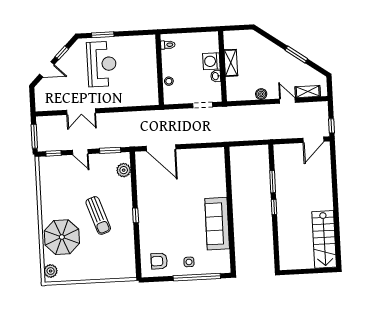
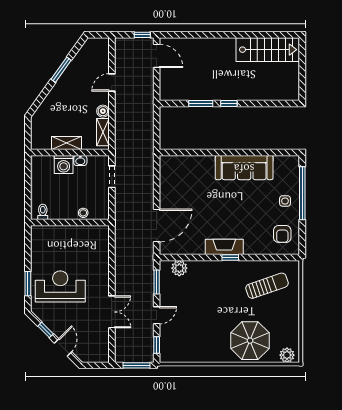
shelving: (308, 92) -> (103, 132), moved
fireplace: (145, 209) -> (224, 247), added
sun lounger: (98, 215) -> (267, 286), moved

